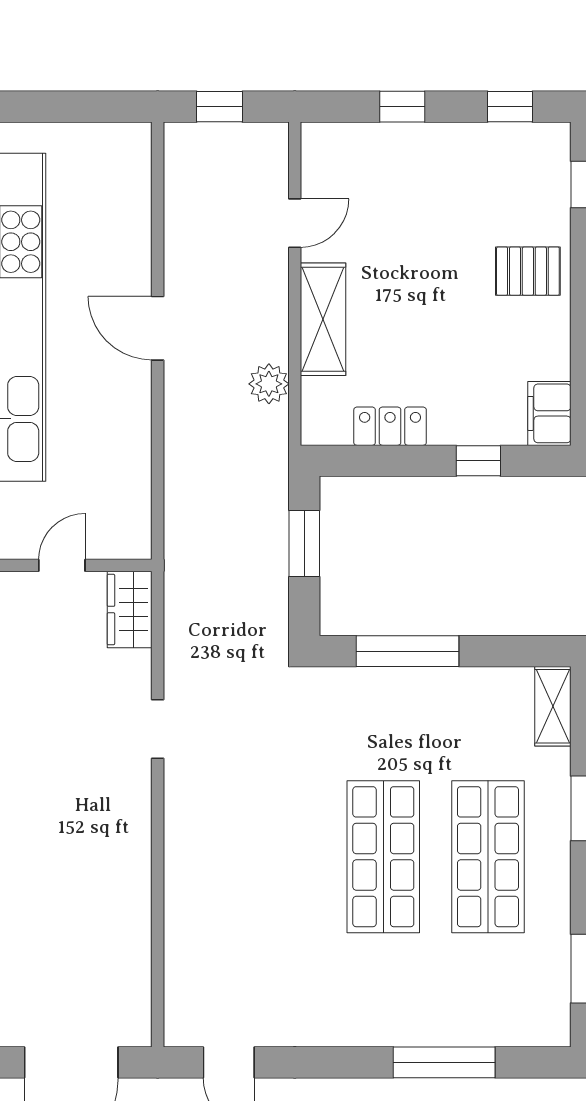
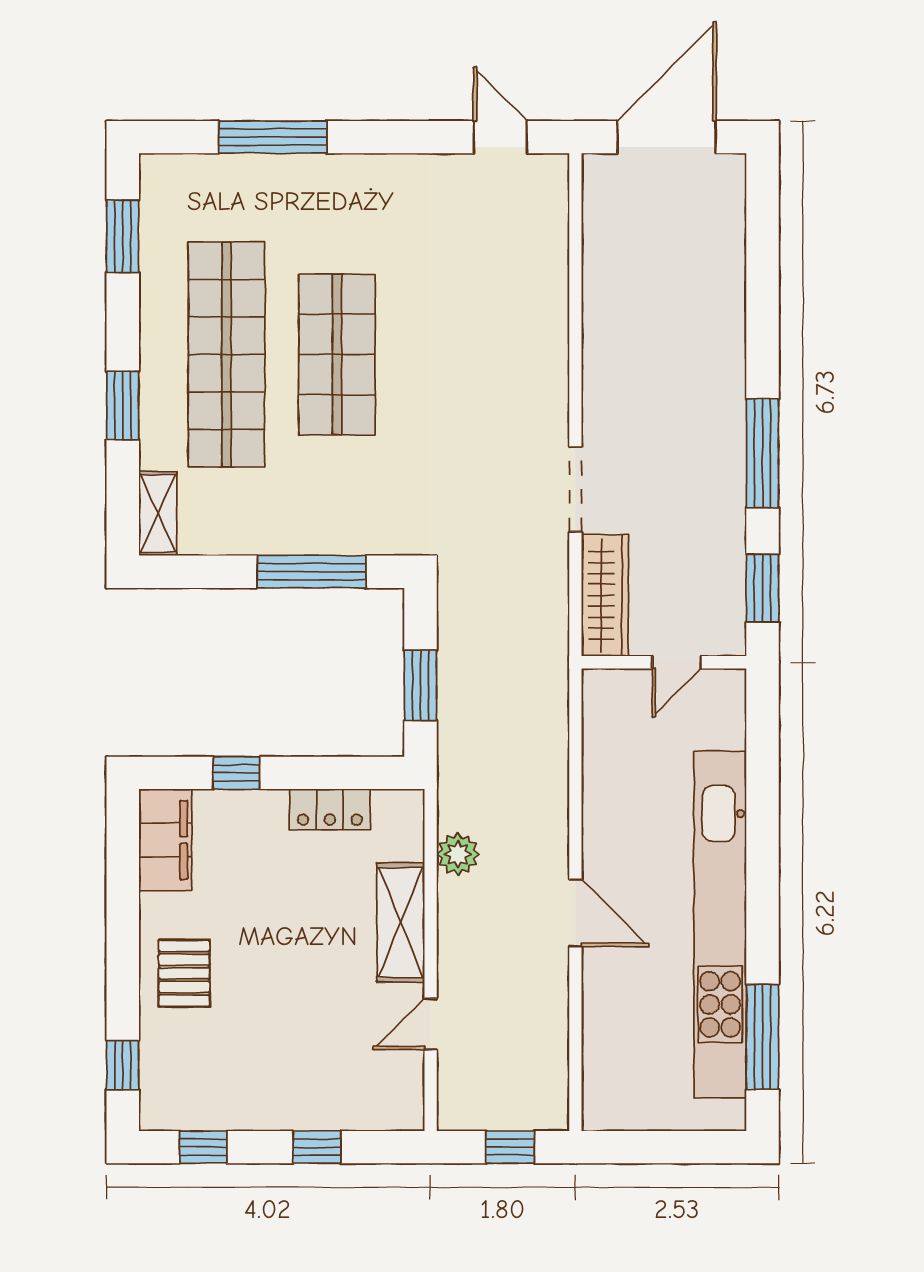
pallet: (528, 271) -> (184, 973), turned 90
filing cabinet: (549, 413) -> (165, 840), width x1.50, depth x1.17
wardrobe: (130, 610) -> (605, 595), width x1.50
doorway: (158, 729) -> (575, 489), width x1.38
shop shelf: (488, 857) -> (226, 354), width x1.40

